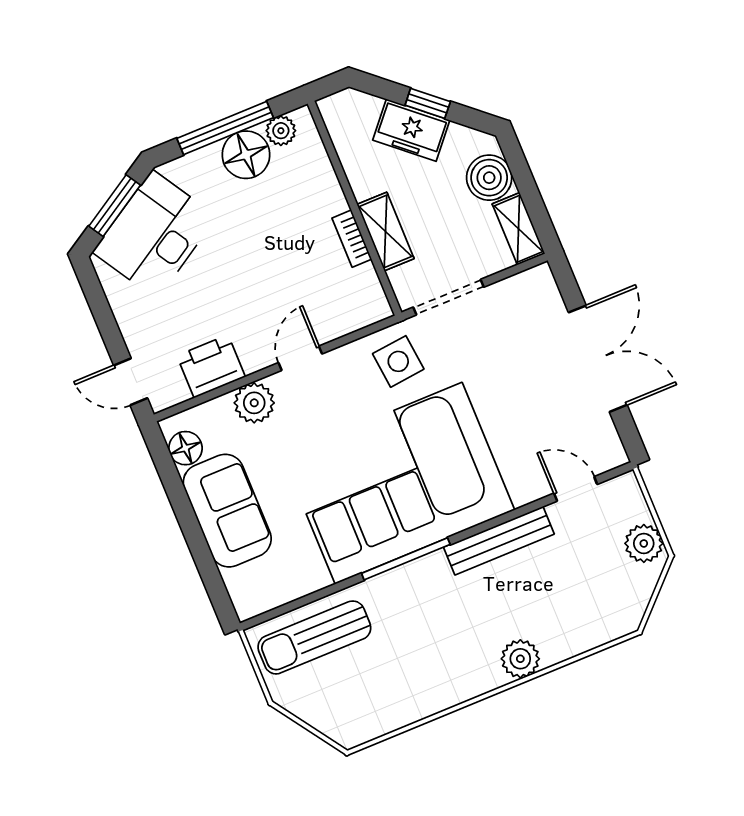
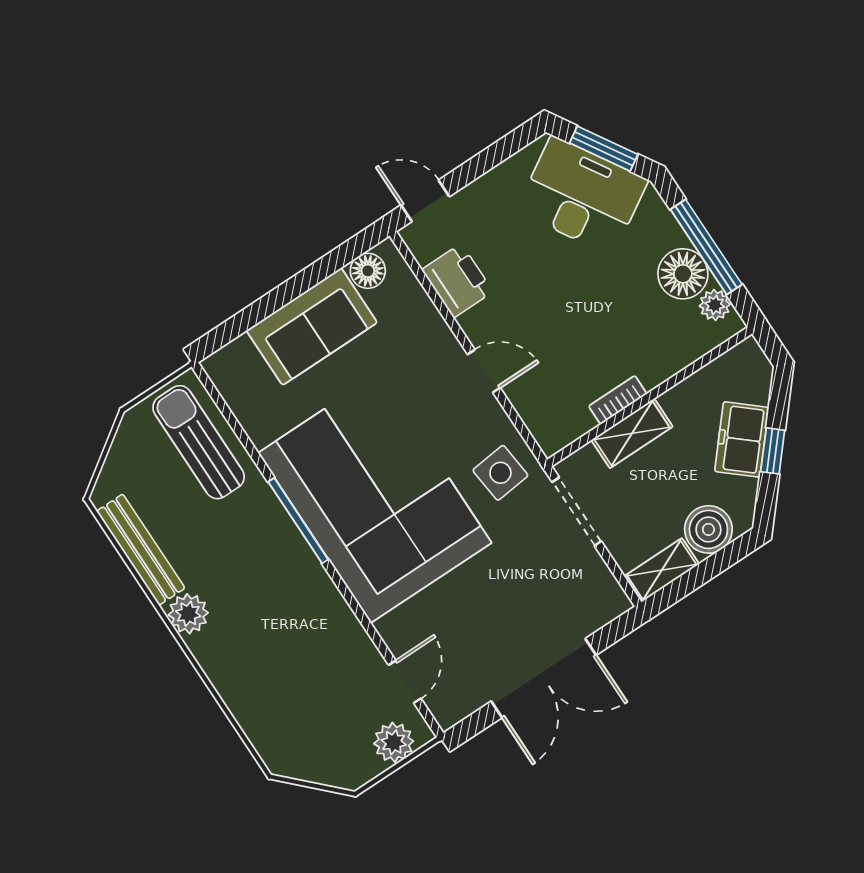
door: (131, 382) -> (425, 201), hinge flipped
plant: (254, 403) -> (428, 333), removed
bench: (499, 541) -> (141, 550), moved
plant: (644, 543) -> (394, 742), moved
plant: (520, 659) -> (188, 614), moved

